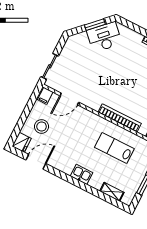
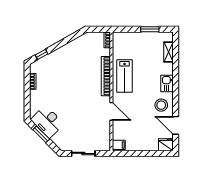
sliding door: (50, 66) -> (83, 153), moved
door: (69, 99) -> (111, 111), moved
stool: (42, 127) -> (161, 105), moved
lab bench: (114, 148) -> (125, 76), moved

